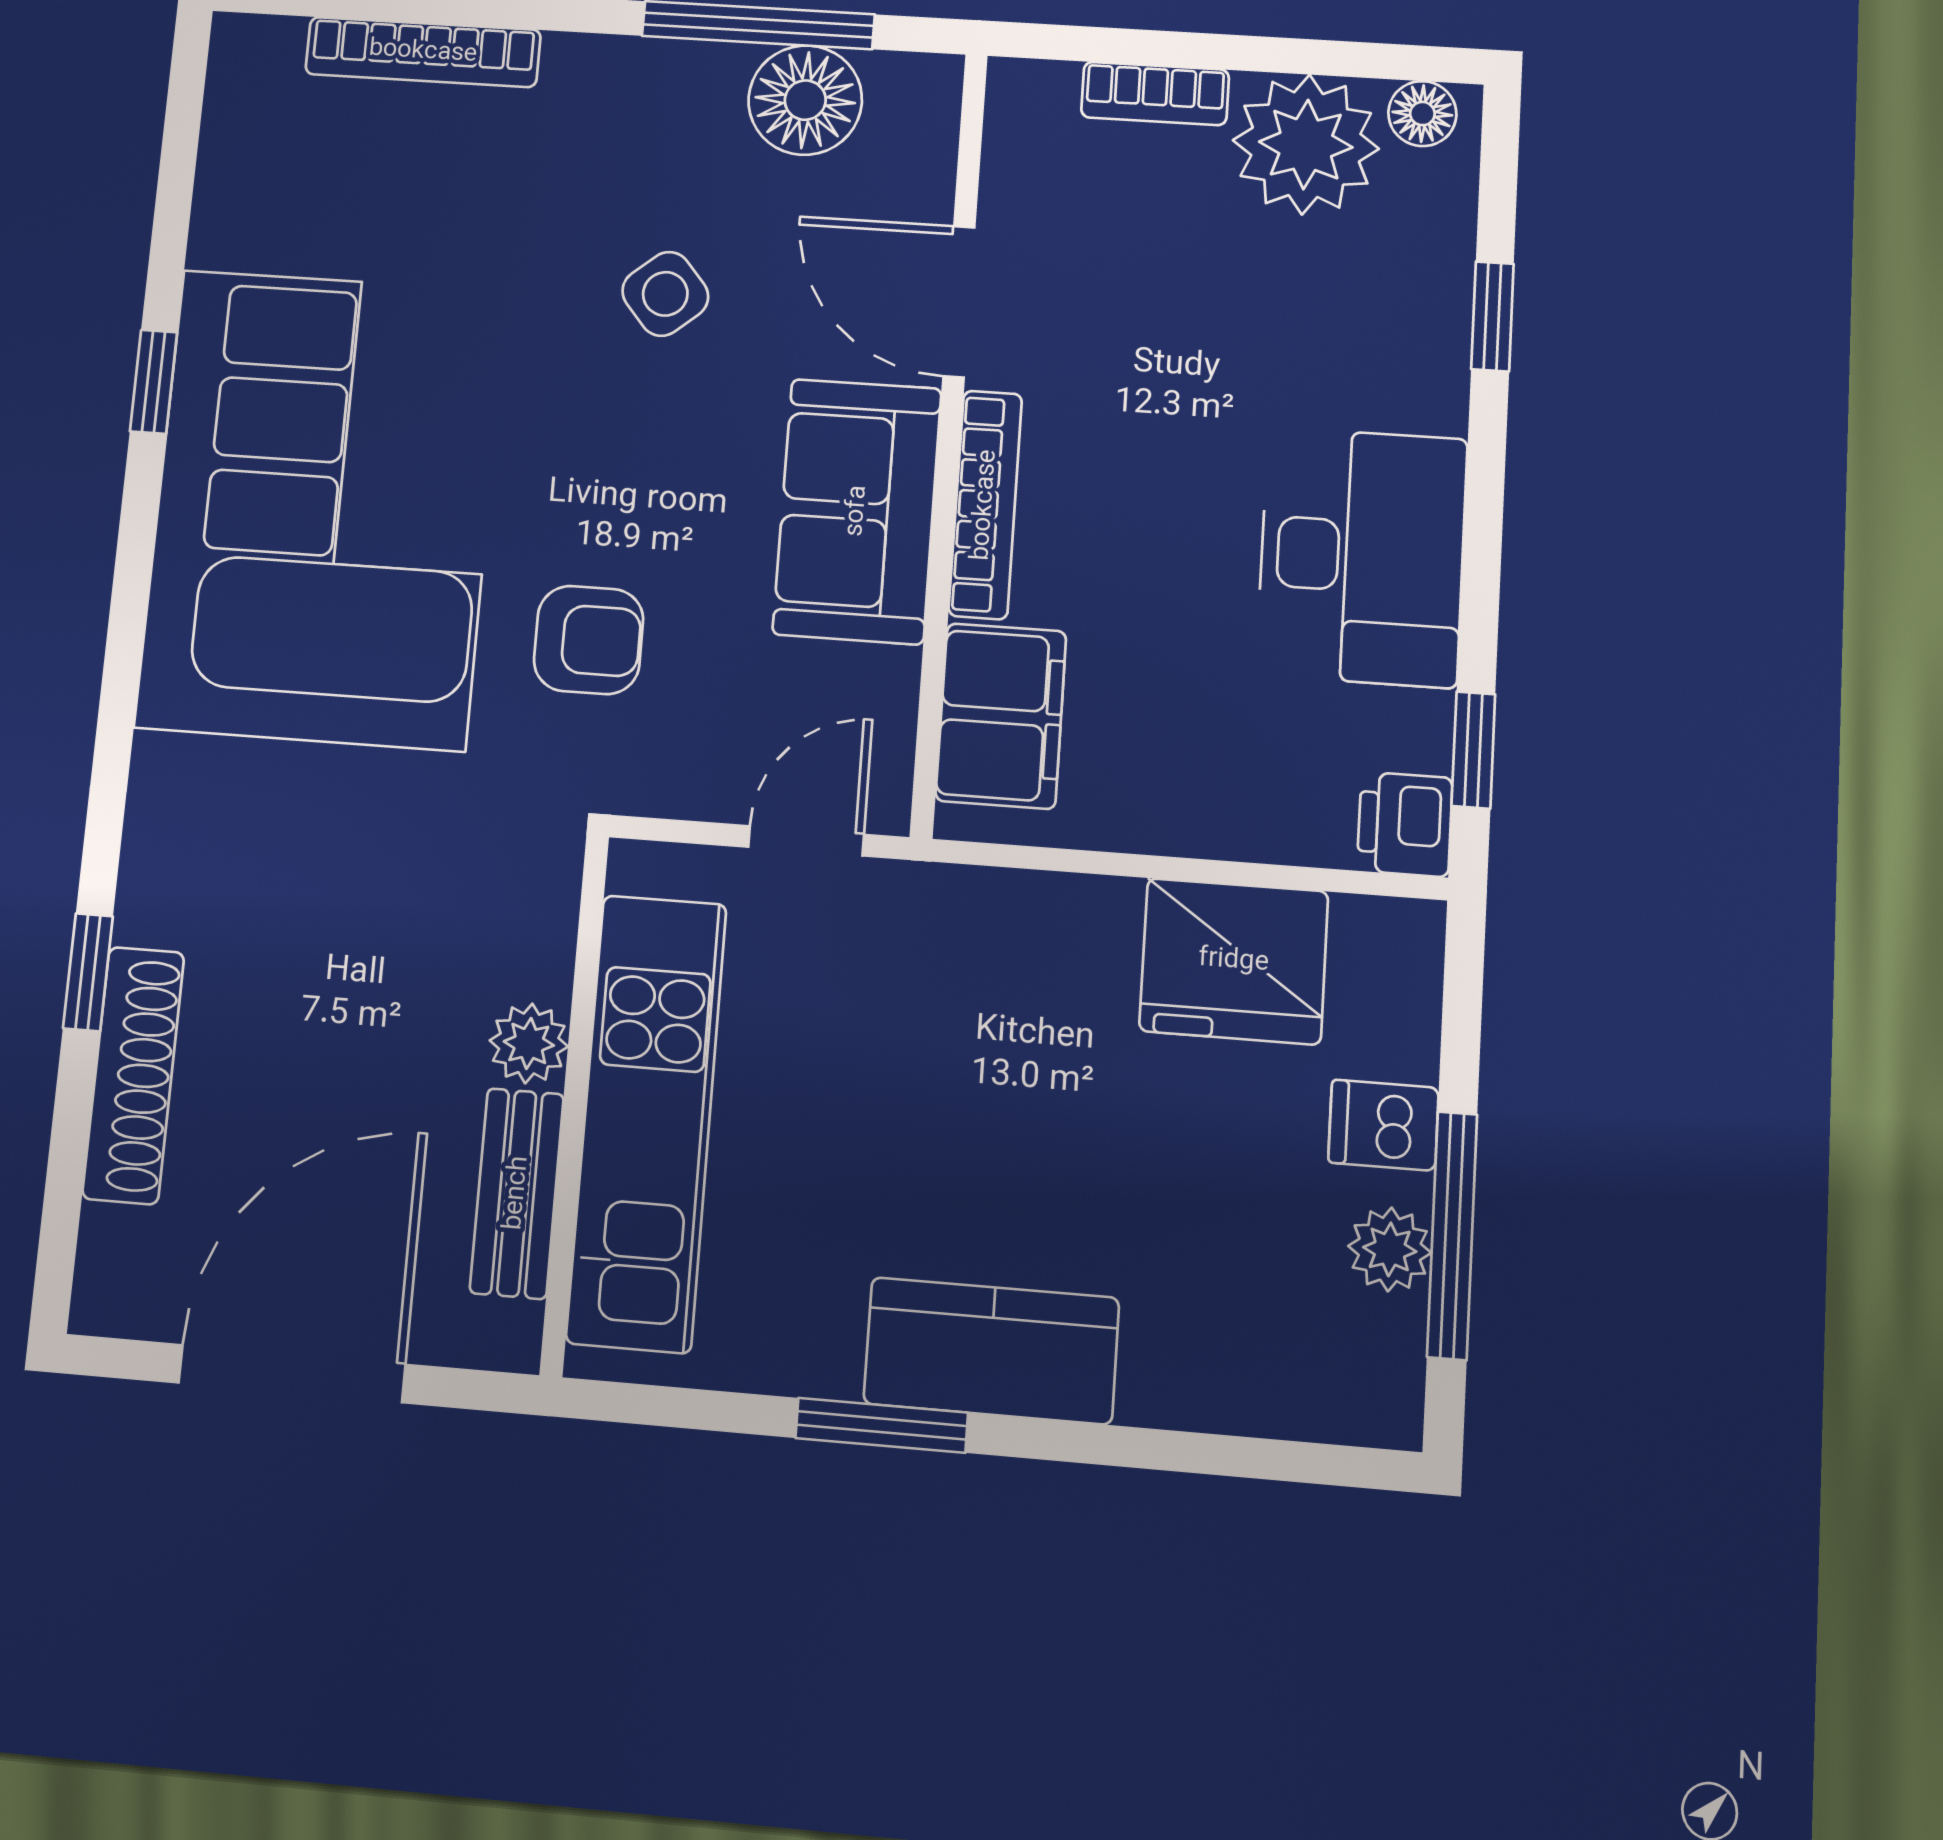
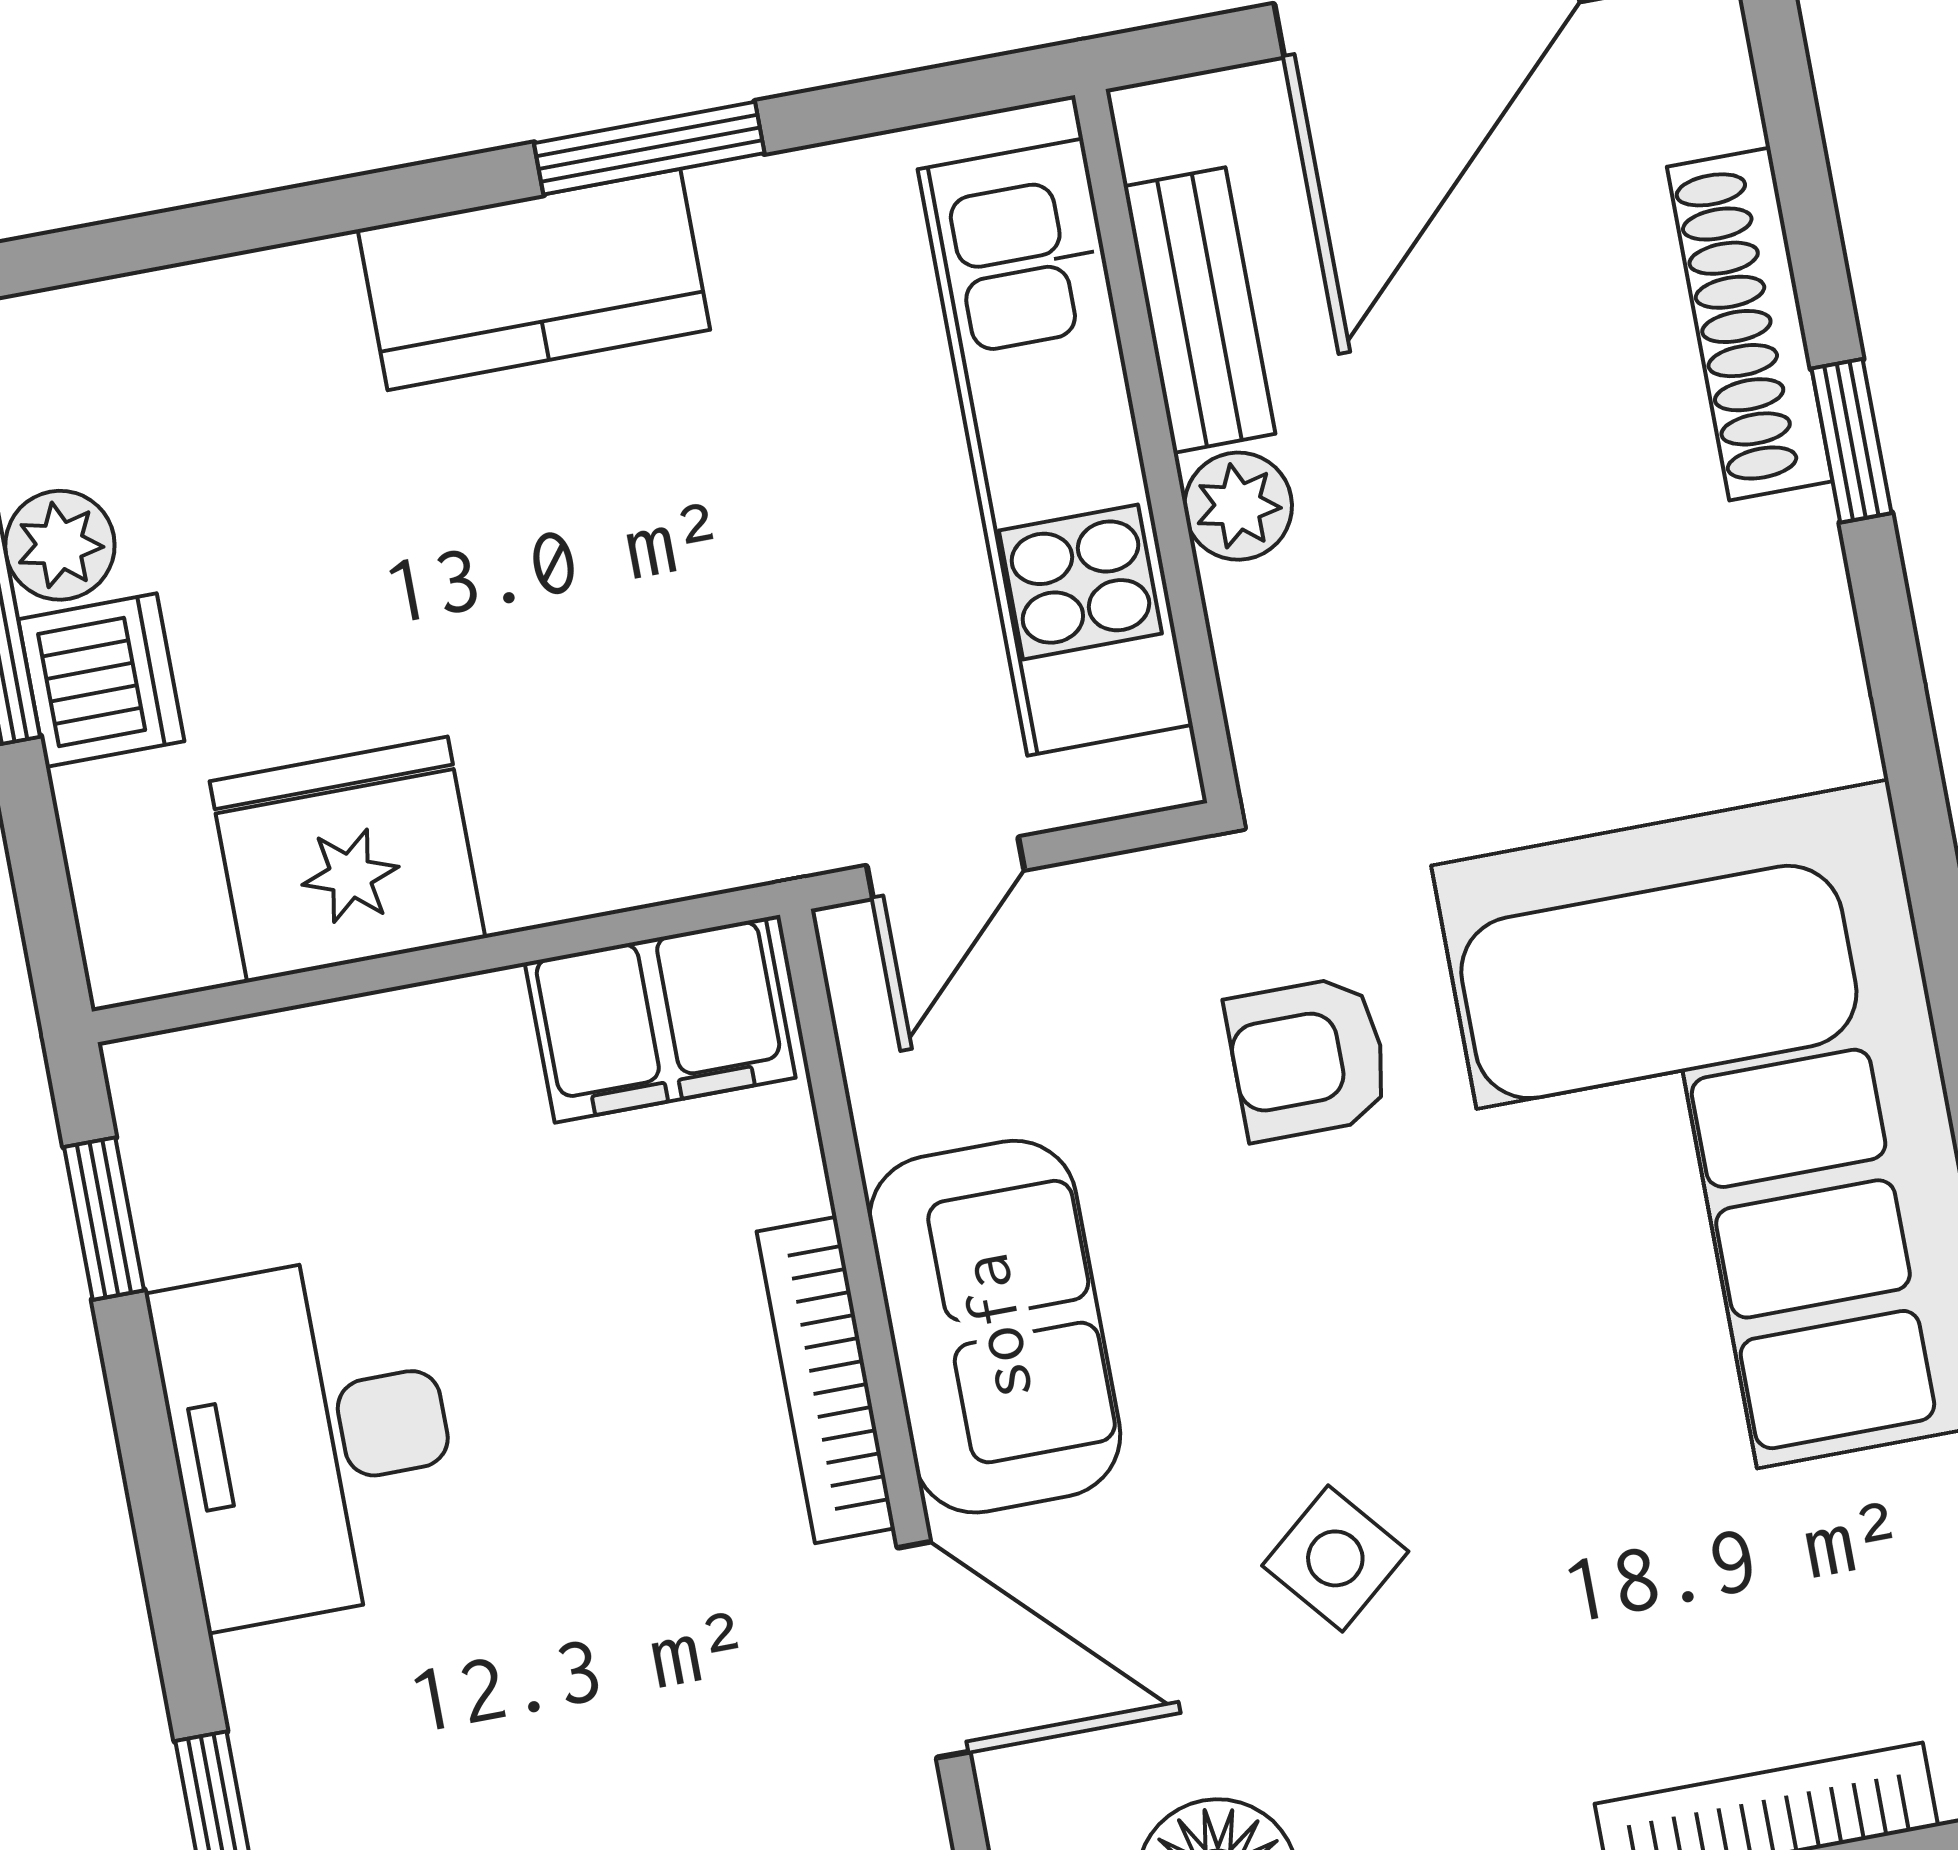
filing cabinet: (1001, 716) -> (660, 1020), moved, turned -90
printer: (1405, 824) -> (170, 1097), removed
dishwasher: (1383, 1125) -> (101, 680), width x1.38

